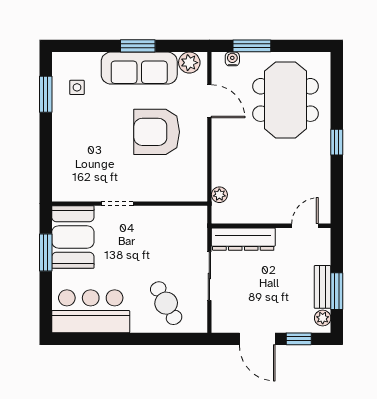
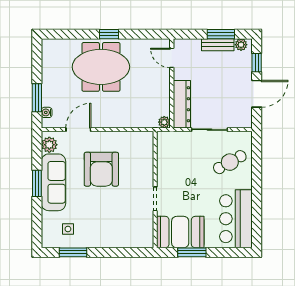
meeting table: (286, 100) -> (101, 67), moved
plant: (219, 195) -> (164, 122), moved

